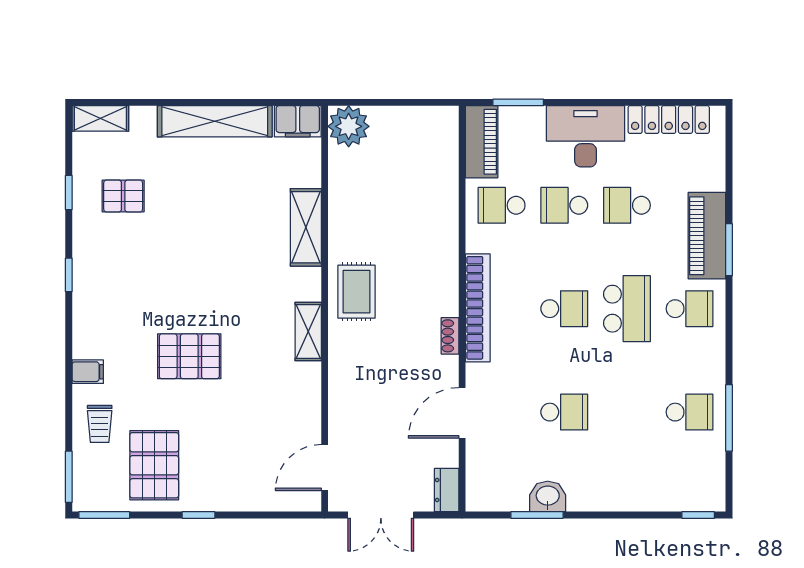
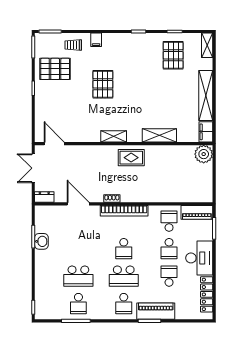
pallet: (123, 196) -> (173, 55), width x1.50, depth x1.42
school desk: (564, 205) -> (169, 249), turned 180
school desk: (564, 412) -> (78, 276), moved, width x1.85

